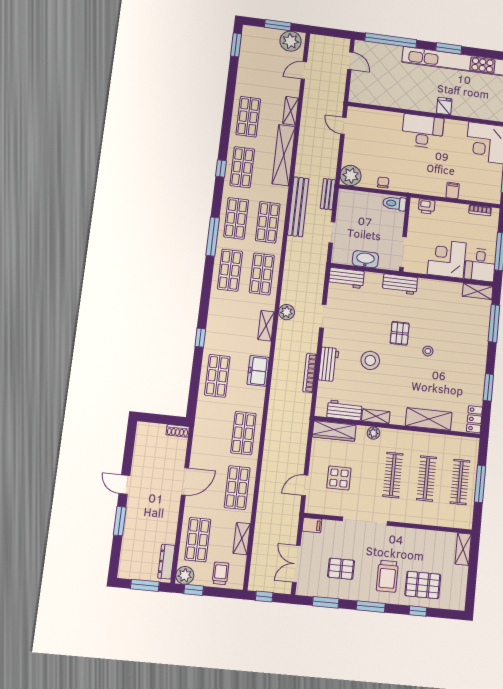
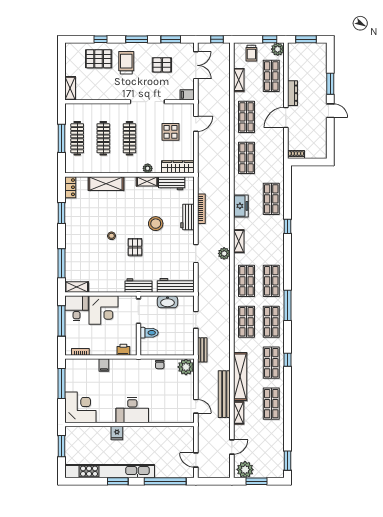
toilet: (394, 203) -> (149, 333), moved
bench: (298, 207) -> (224, 394), moved
workbench: (346, 278) -> (176, 285), width x1.38
dresser: (166, 562) -> (292, 93), moved

